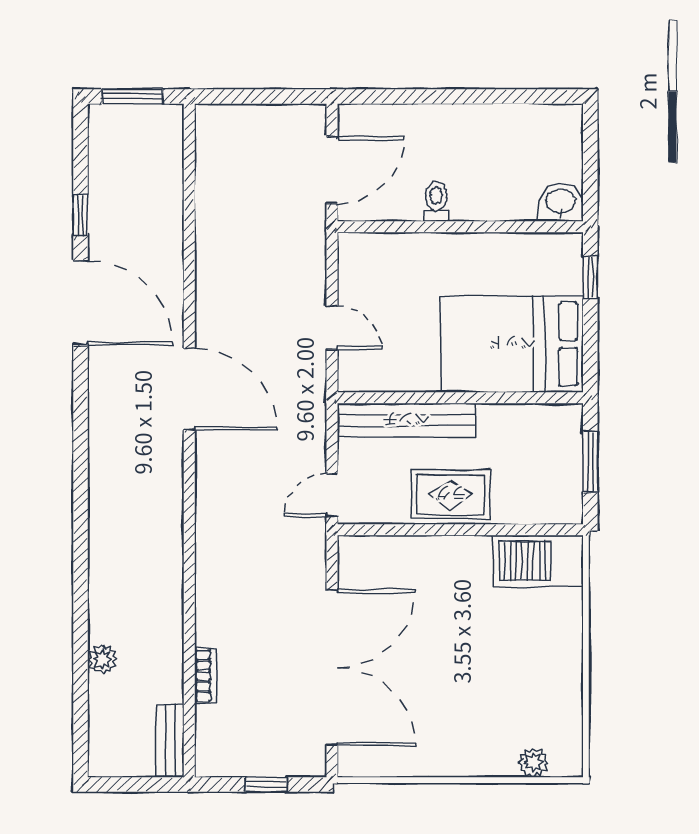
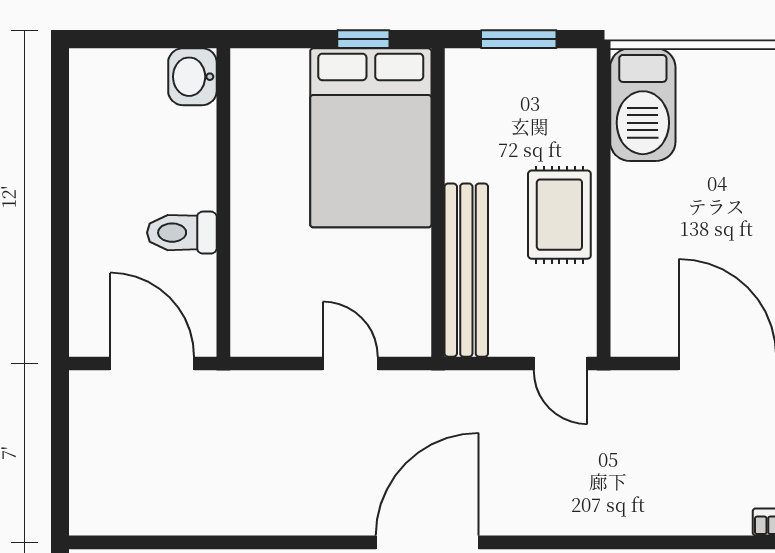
toilet: (436, 201) -> (182, 233), width x1.37, depth x1.39
window: (590, 278) -> (363, 39), moved
door: (332, 328) -> (350, 363), hinge flipped

